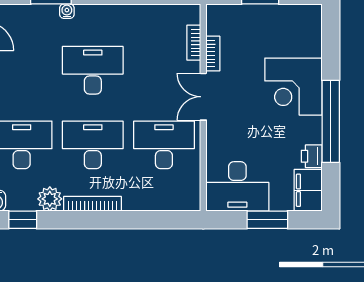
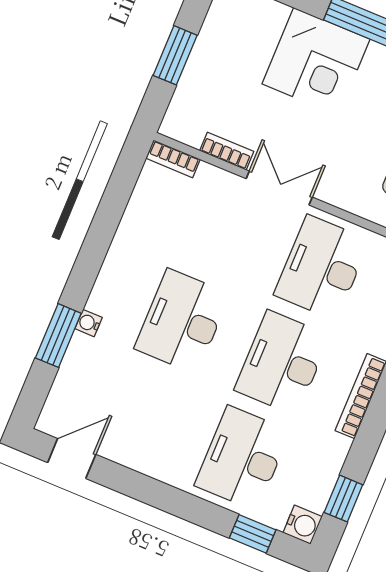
bookcase: (194, 43) -> (173, 159), moved
double door: (203, 97) -> (279, 188), swing flipped
plant: (50, 199) -> (331, 451), removed

